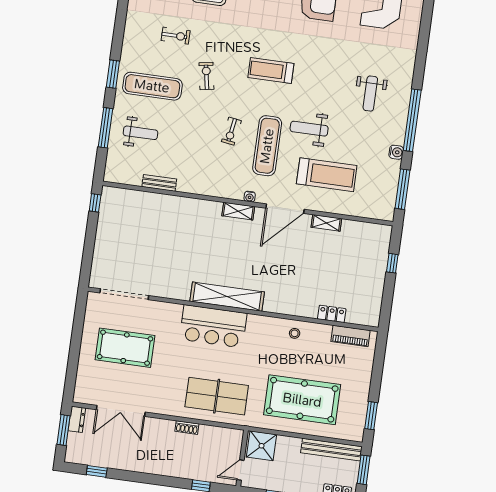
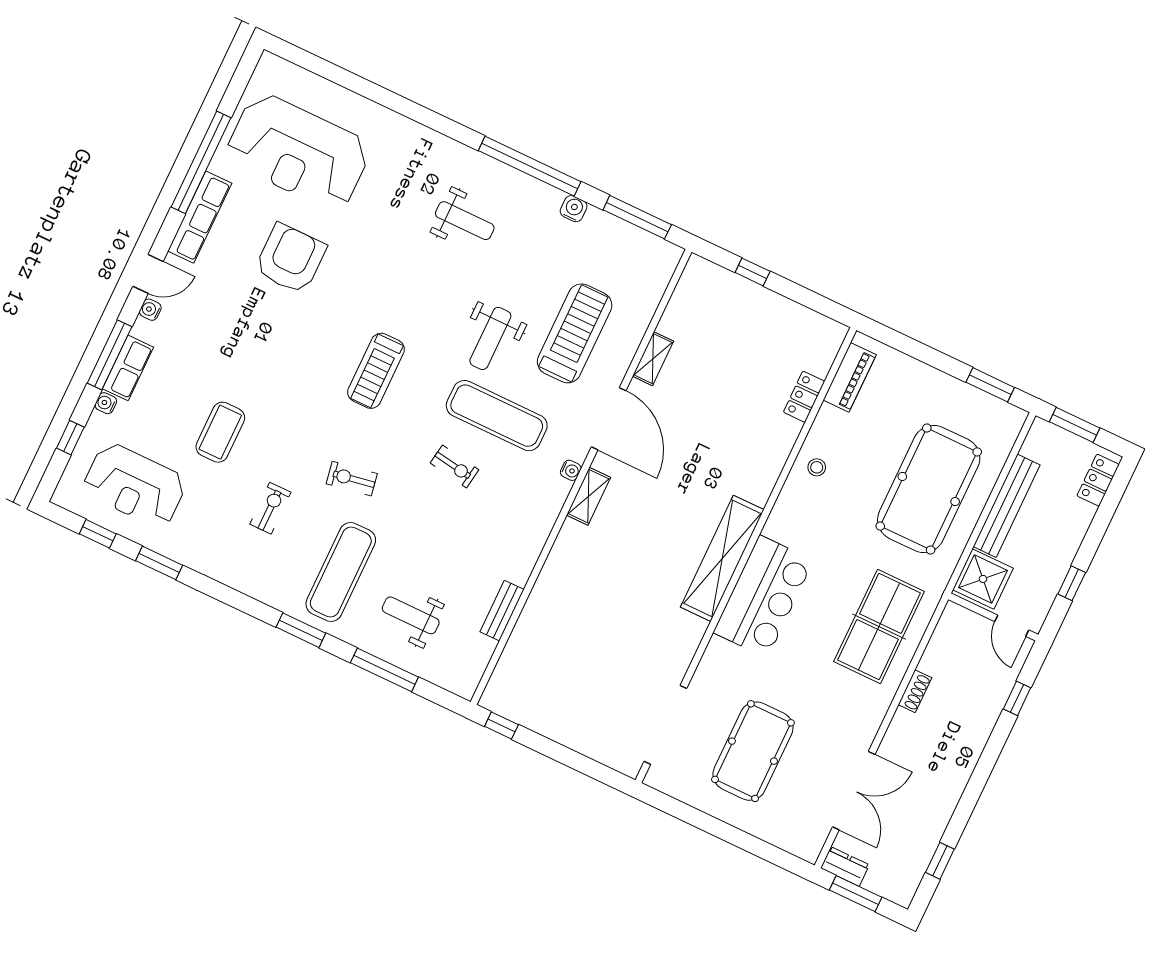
weight bench: (141, 133) -> (411, 615), turned -90
bench: (331, 450) -> (1007, 506), moved

